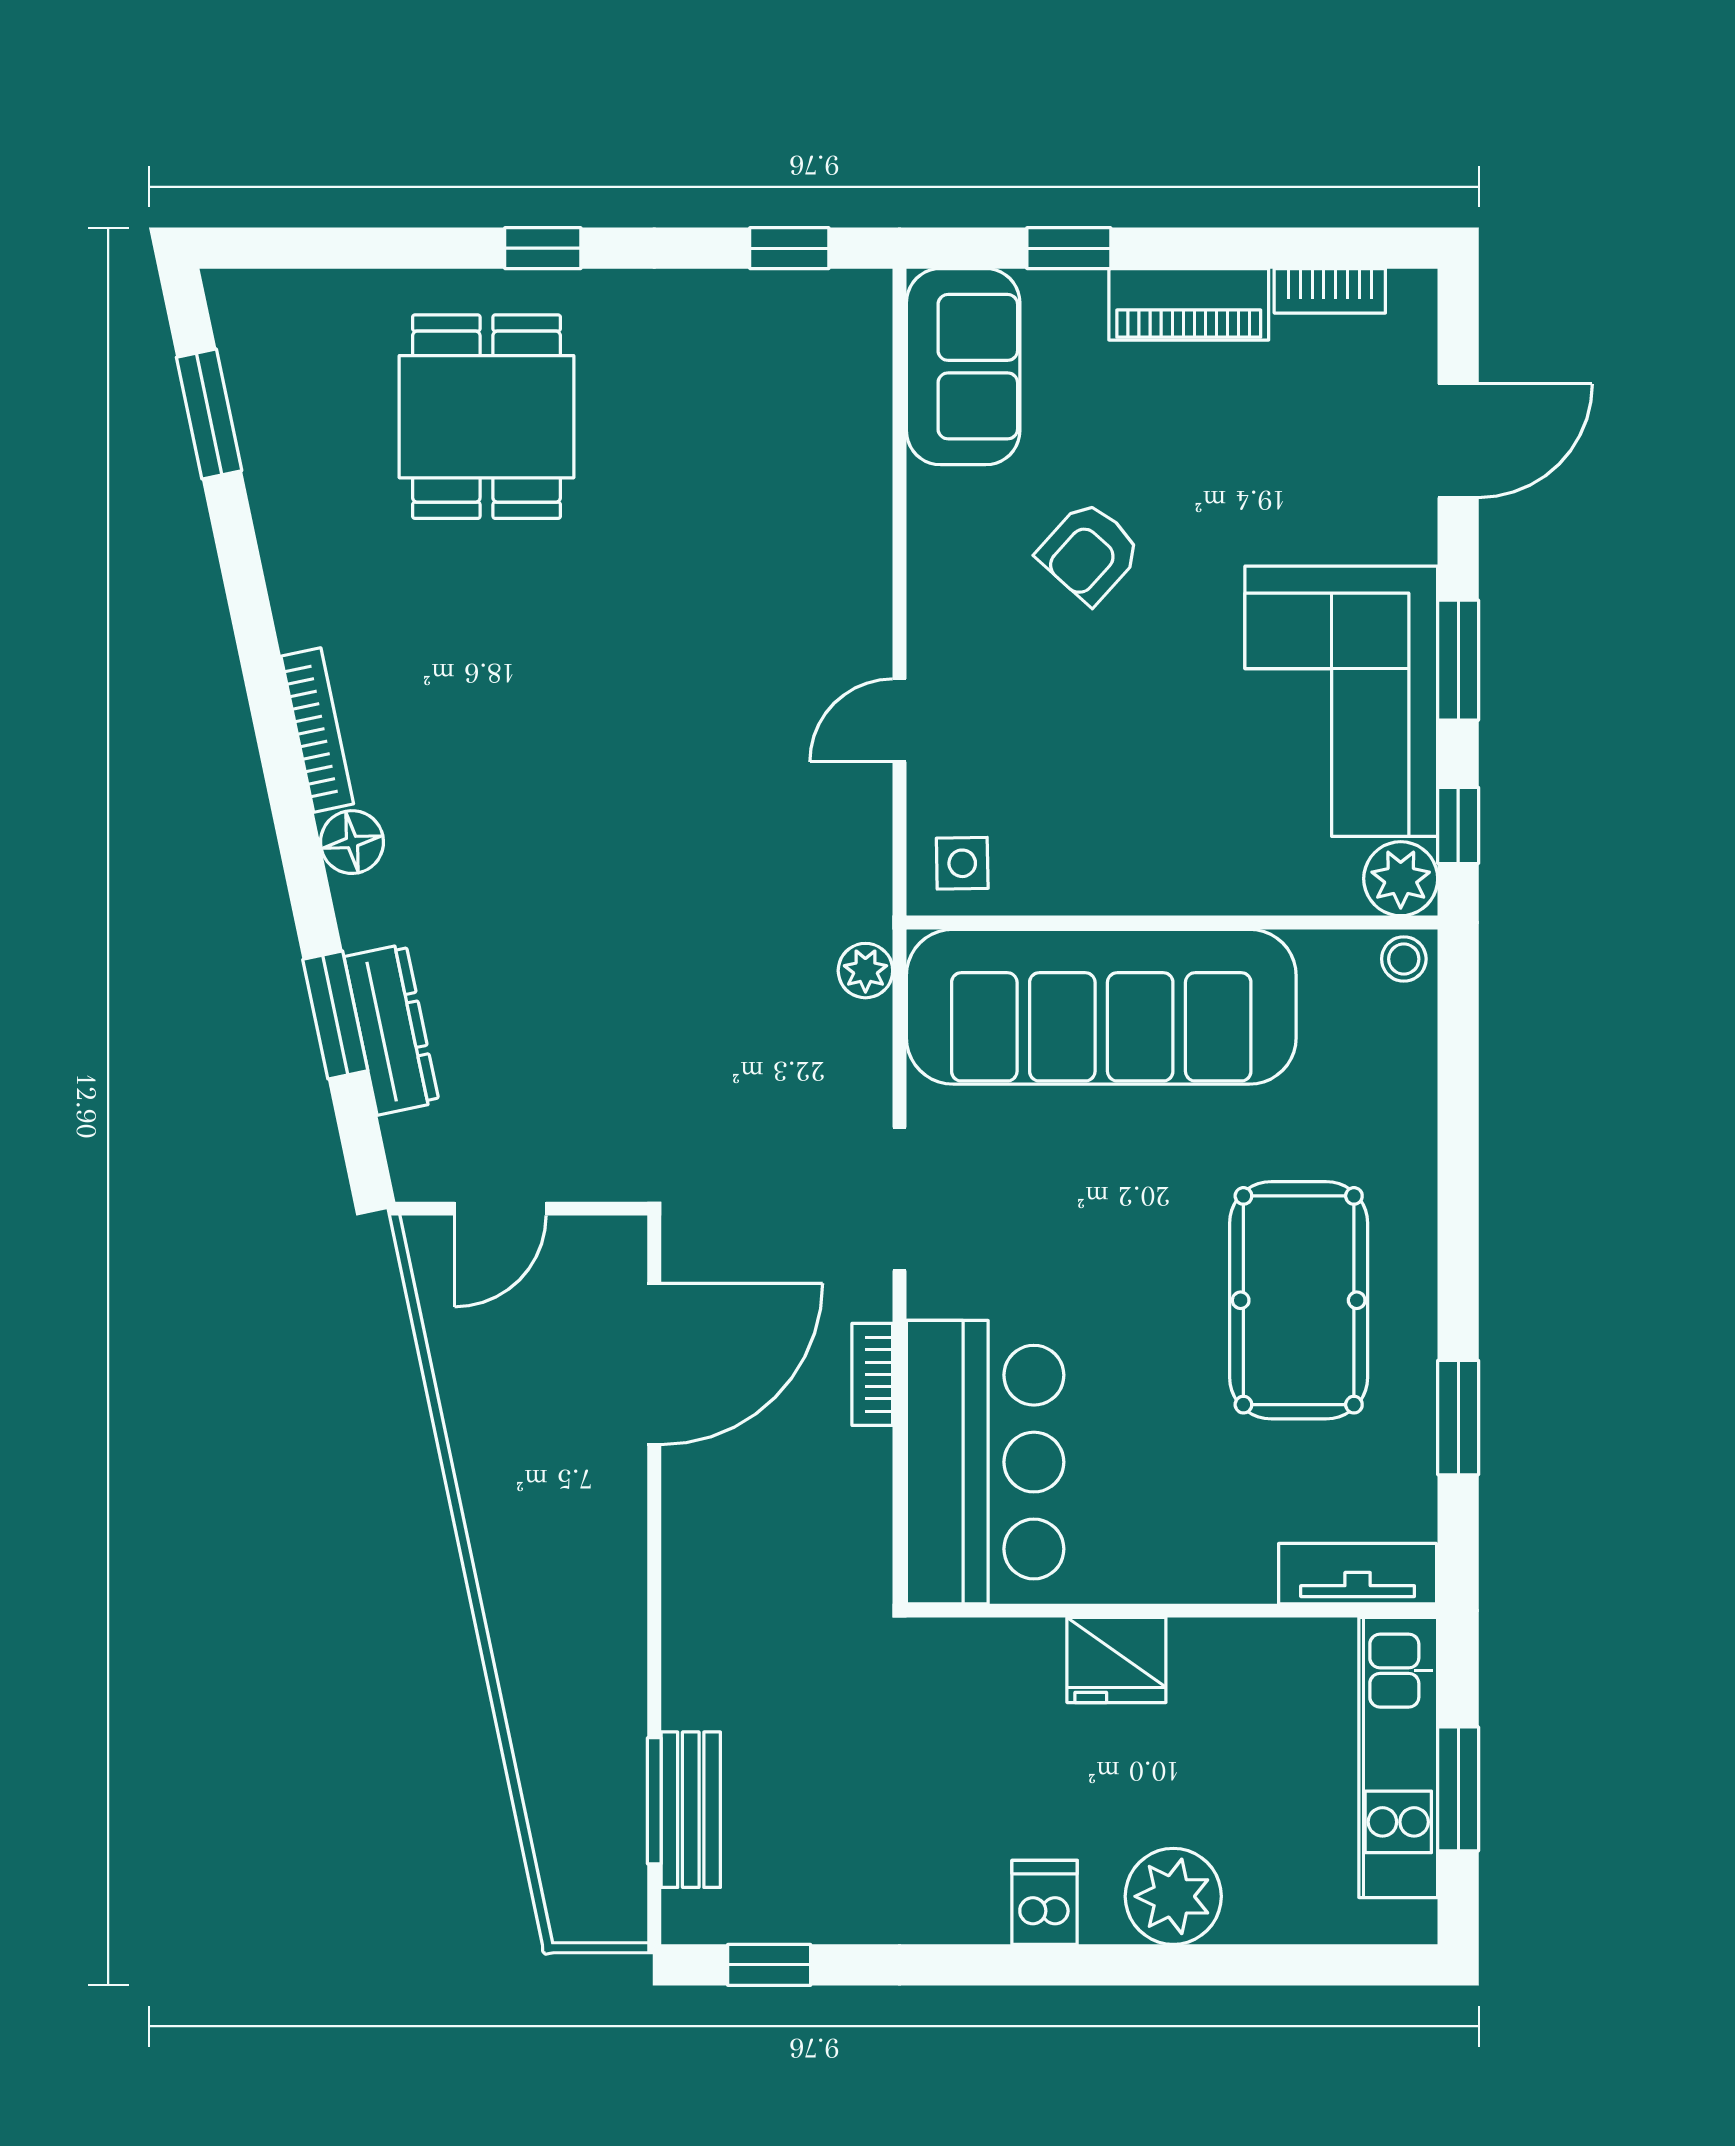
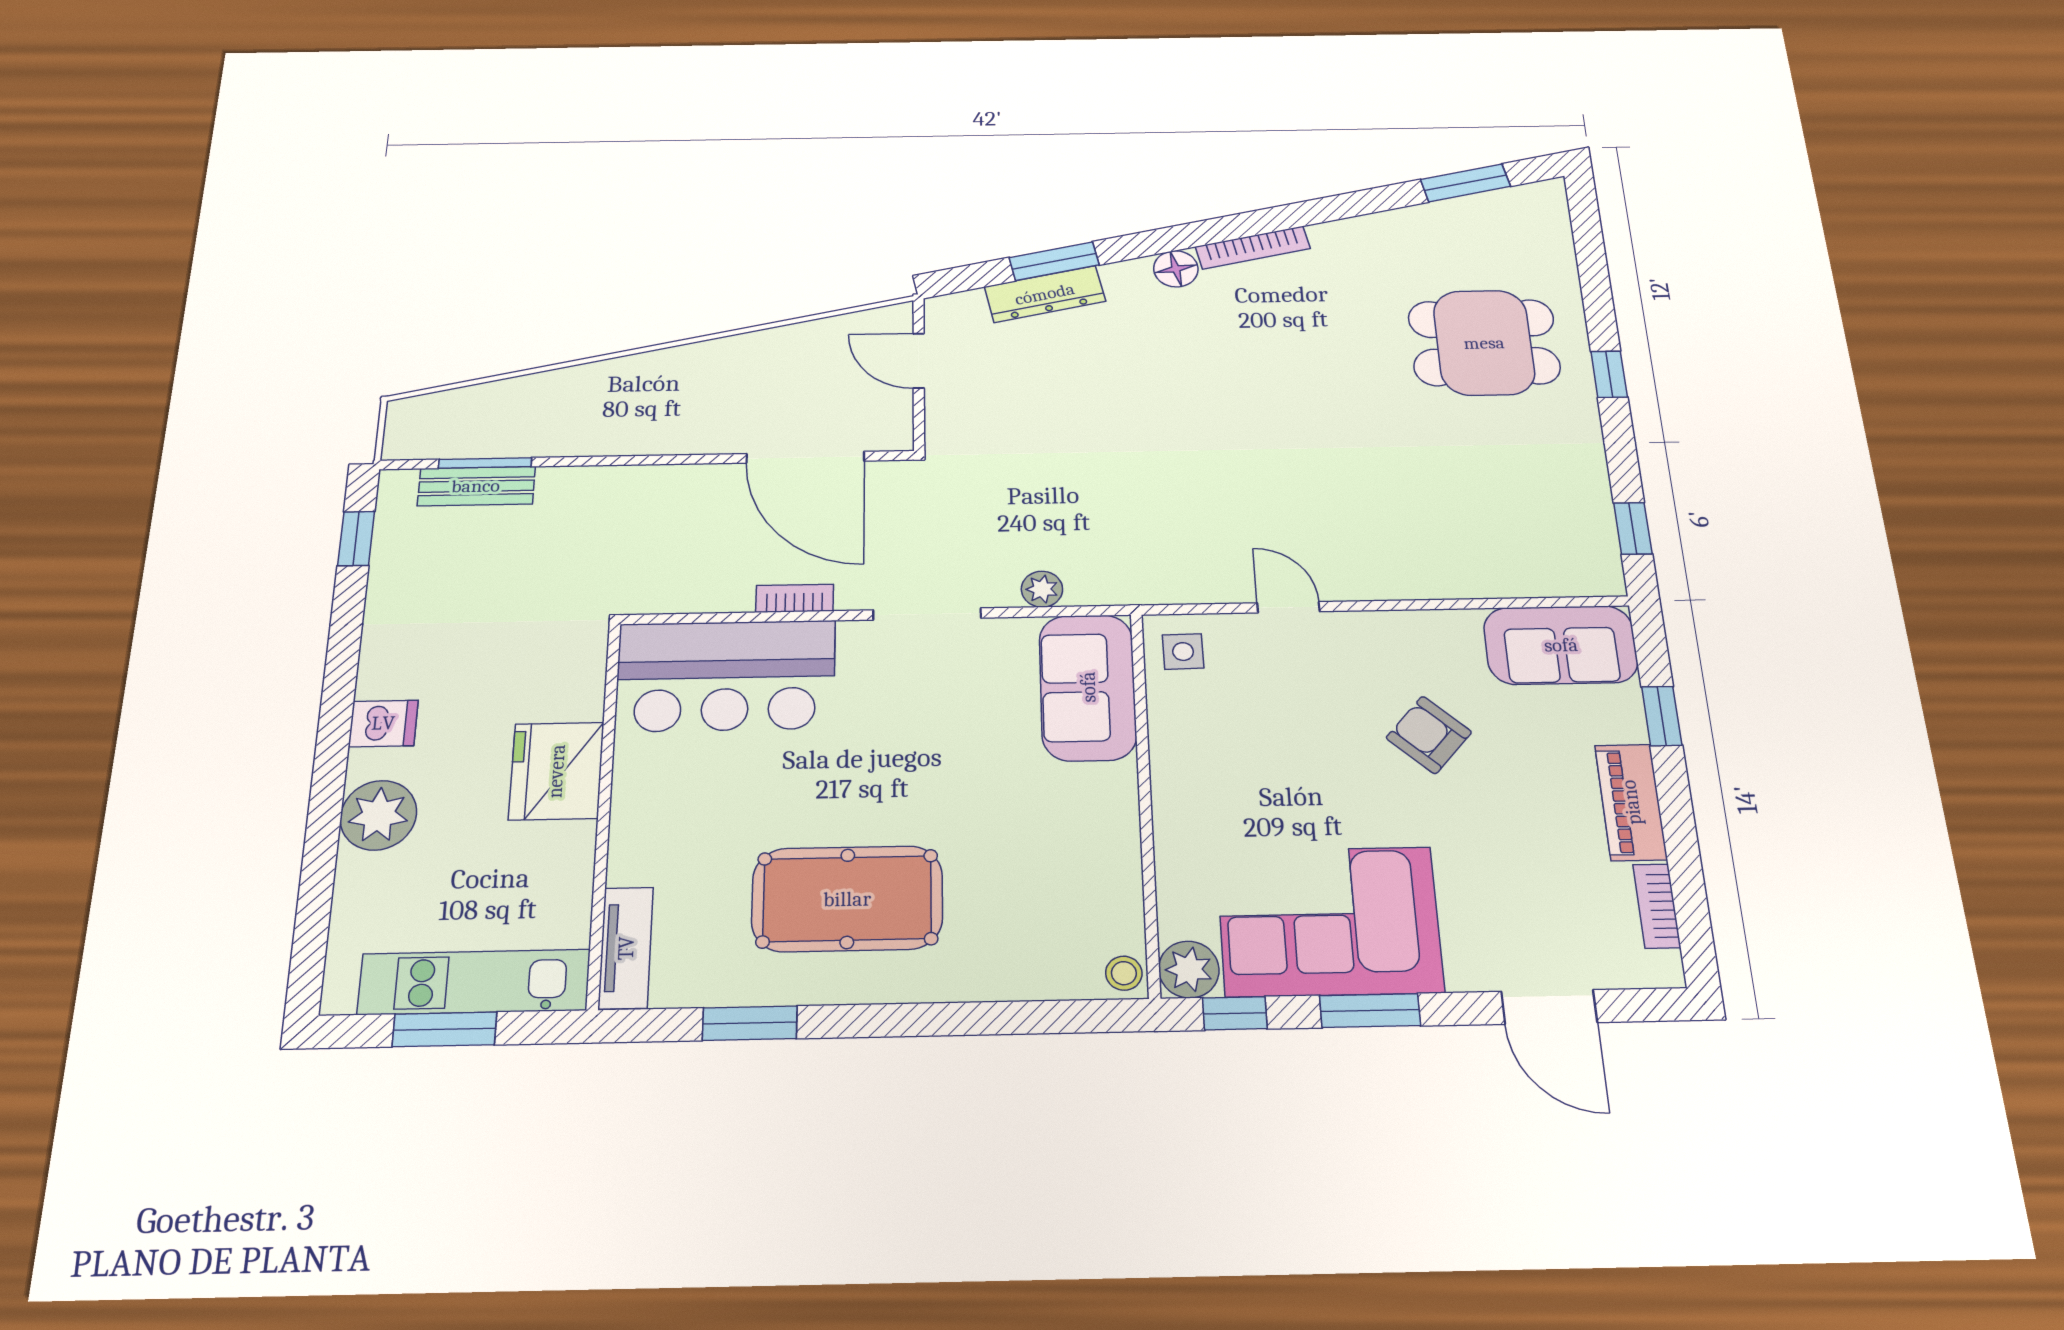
plant: (865, 971) -> (1042, 589), moved
sofa: (1101, 1007) -> (1088, 687), width x0.54, depth x0.79
fridge: (1116, 1660) -> (556, 771), width x1.36, depth x1.34

